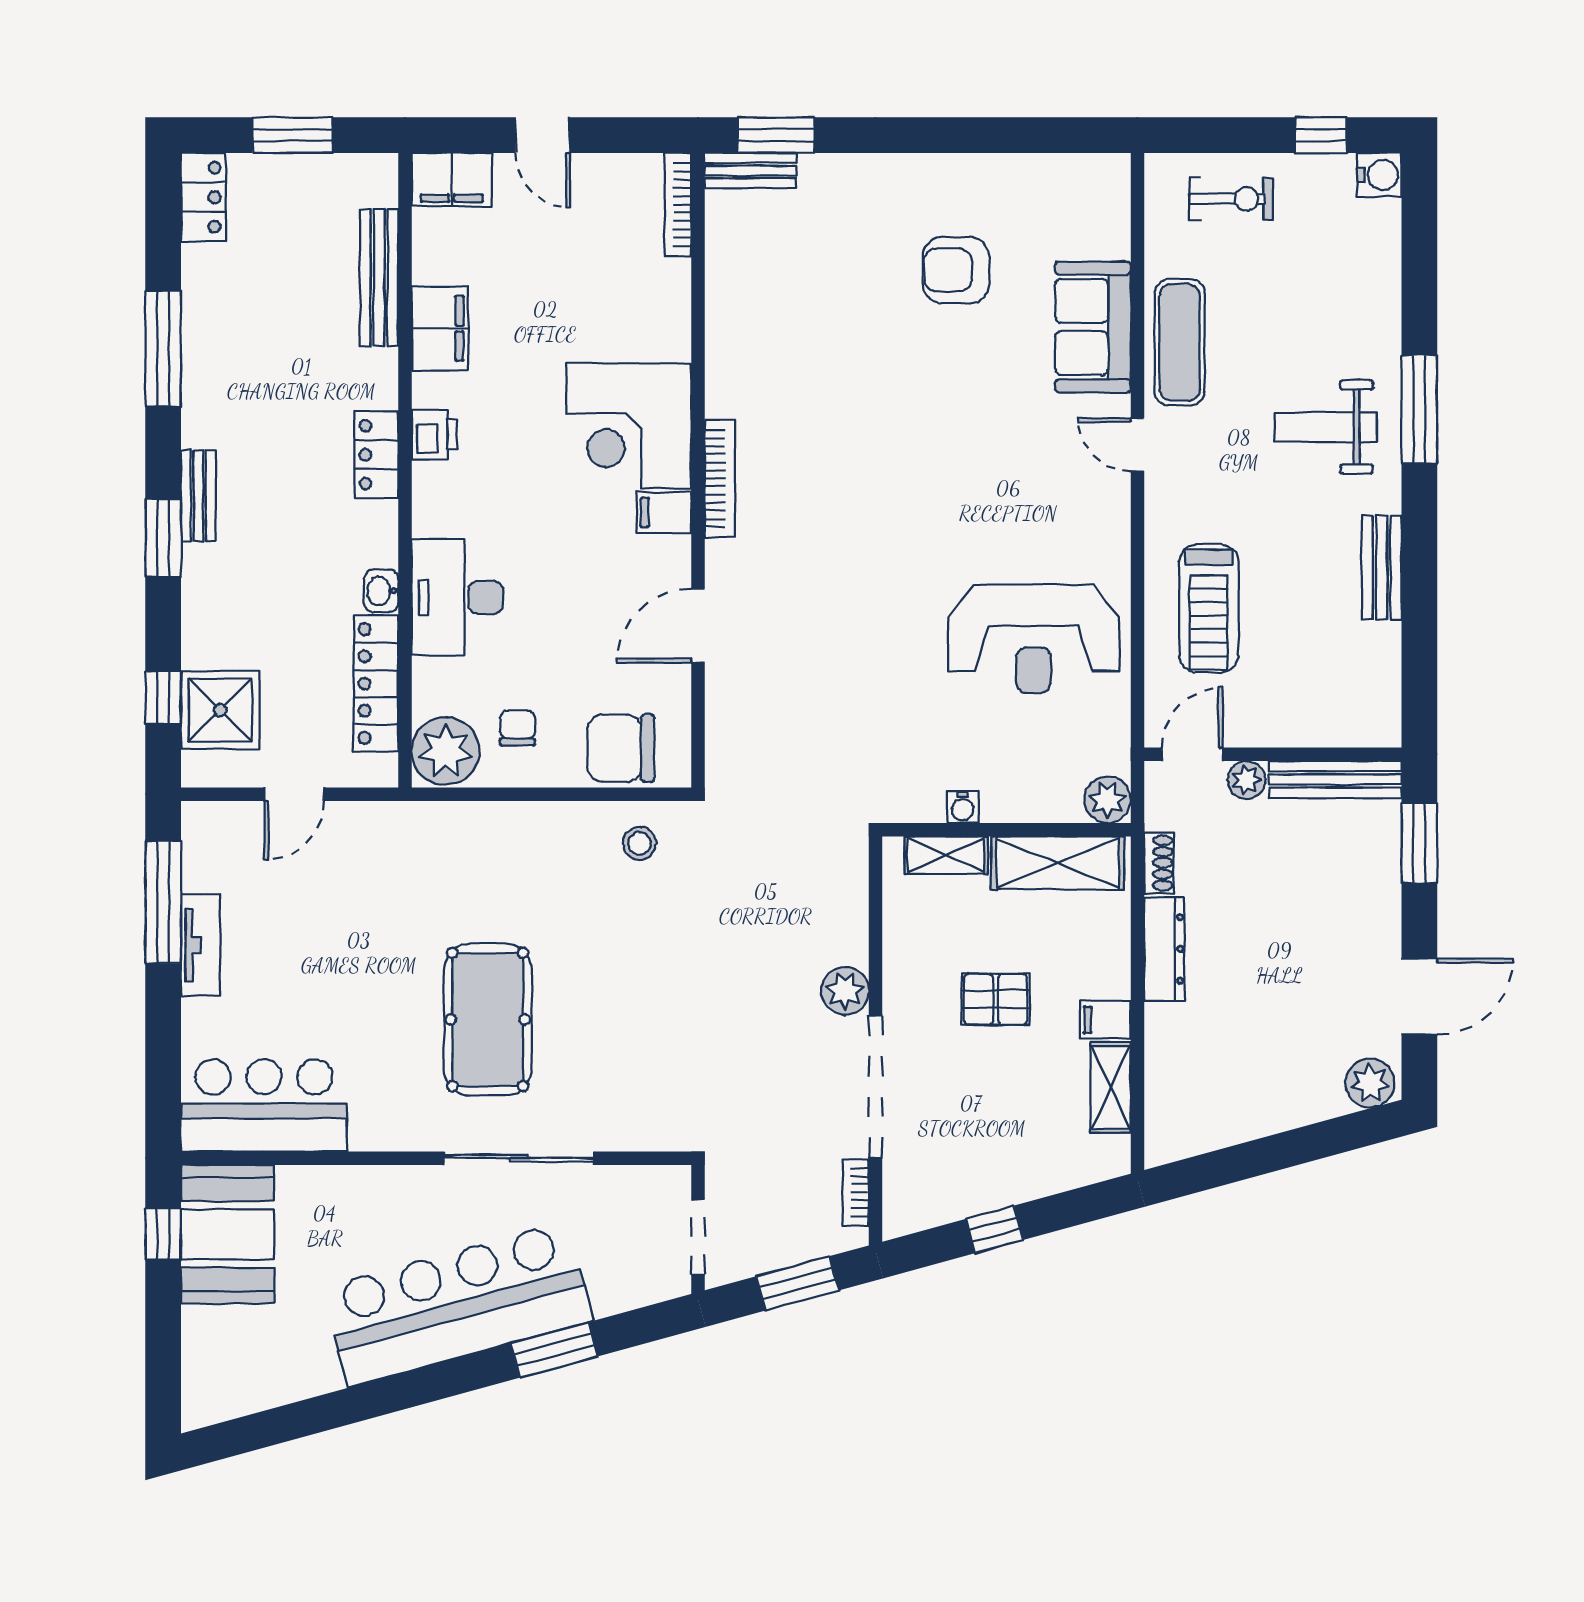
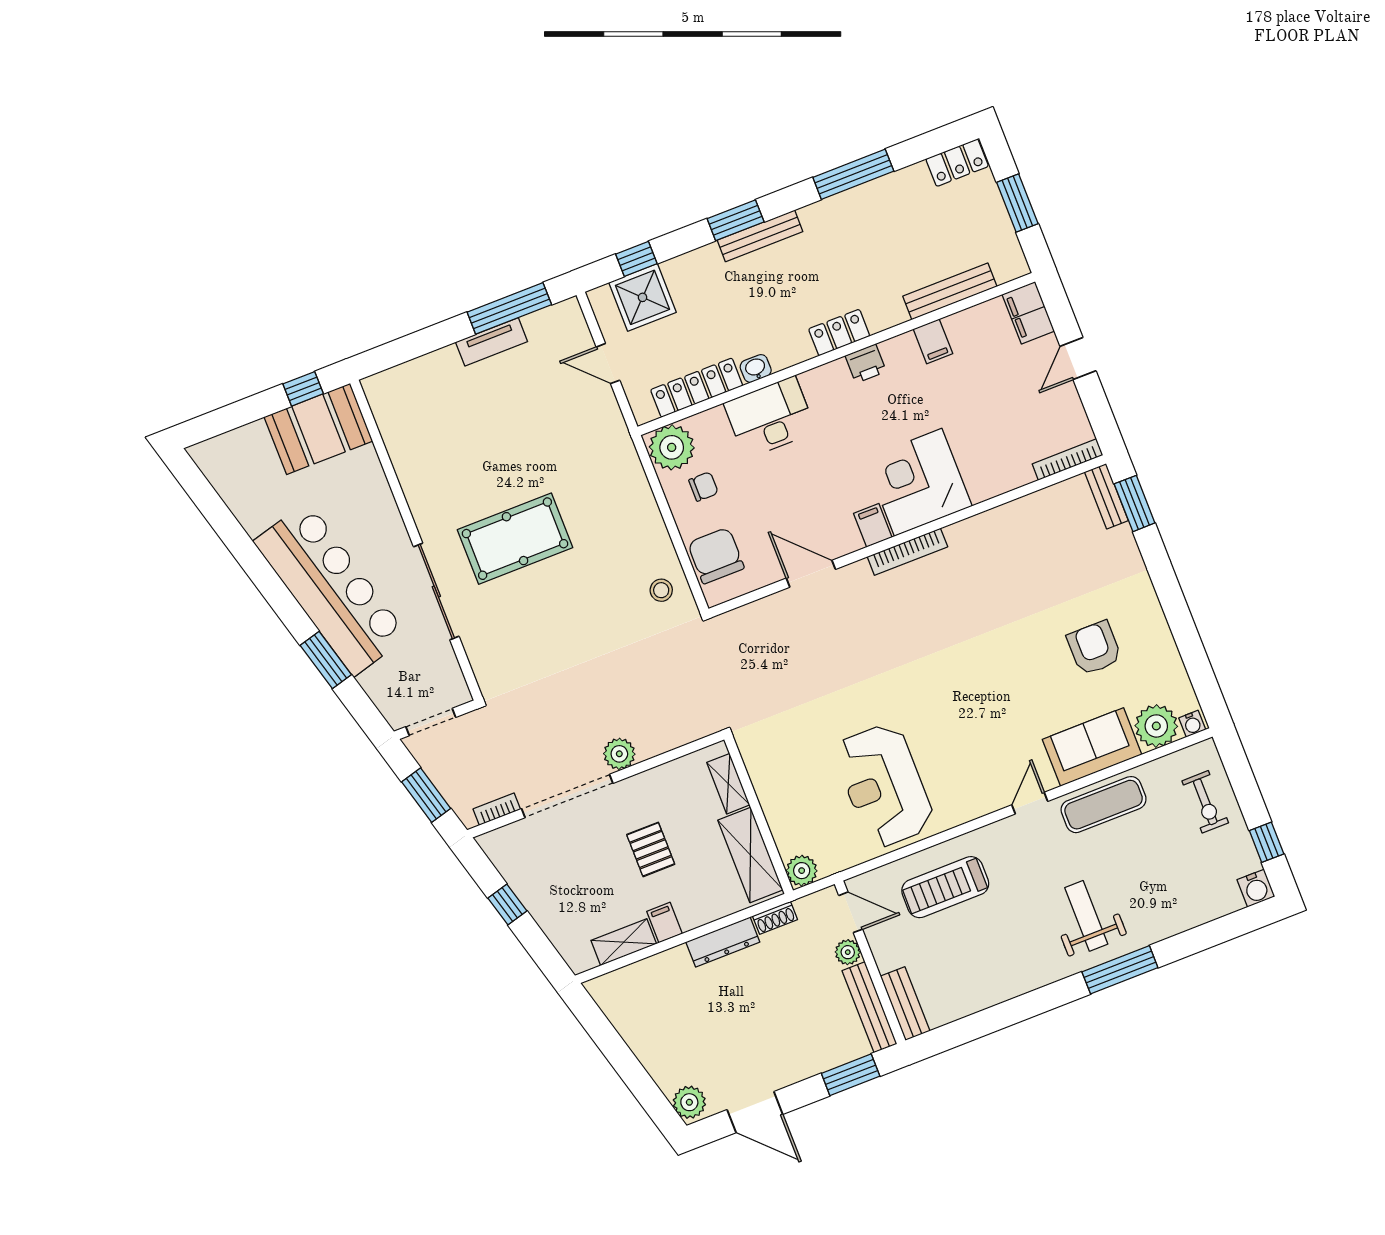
plant: (1099, 226) -> (1156, 726), added
filing cabinet: (440, 328) -> (933, 341), width x0.50
bench: (198, 496) -> (760, 236), width x1.36
bench: (1382, 568) -> (905, 1004), moved, turned 90
water cooler: (963, 807) -> (1192, 724), moved, turned -90
bar counter: (264, 1105) -> (407, 420), removed

